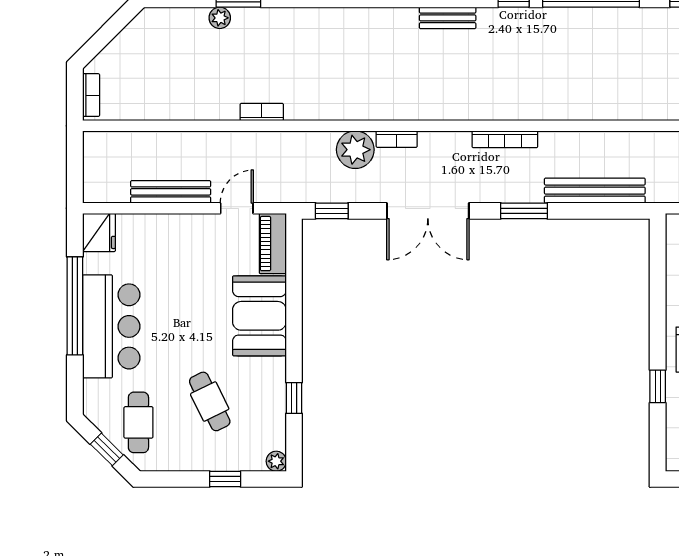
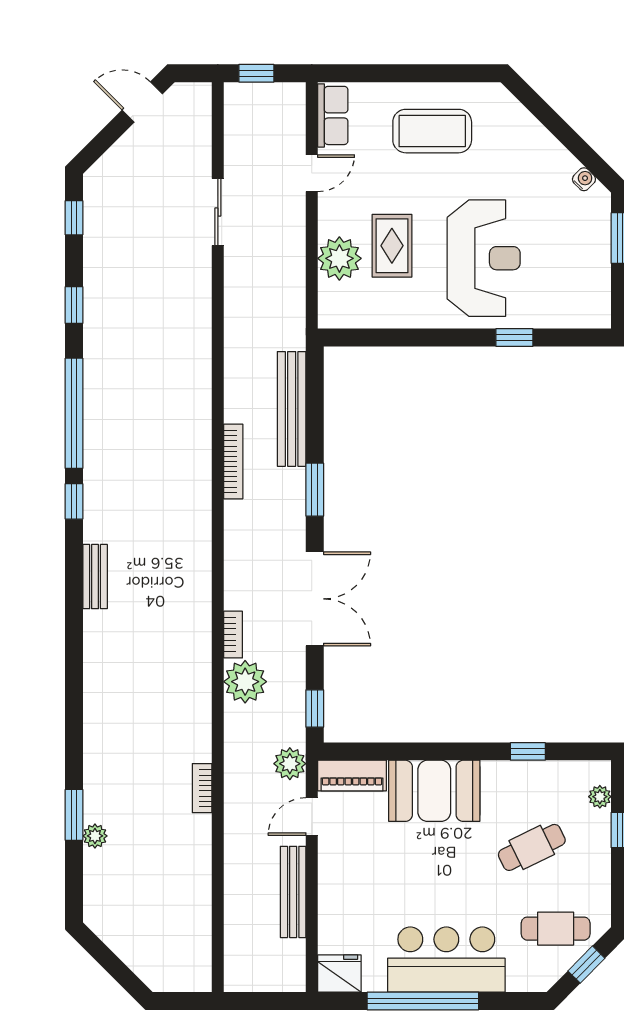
bookcase: (91, 95) -> (183, 982), removed
bookcase: (505, 139) -> (233, 461), moved
plant: (283, 189) -> (290, 764), added
door: (237, 208) -> (312, 817), hinge flipped
plant: (276, 461) -> (600, 797), moved

